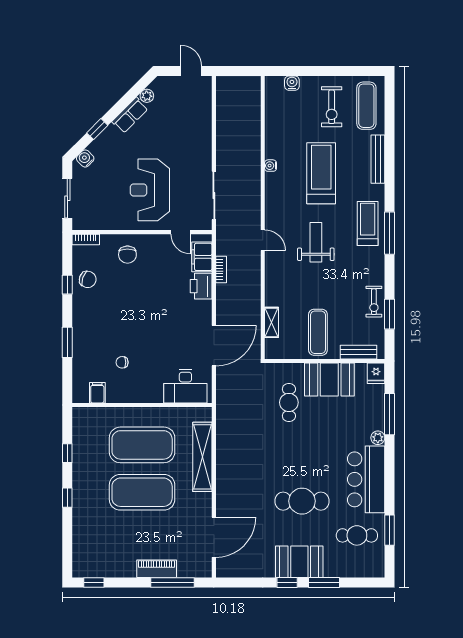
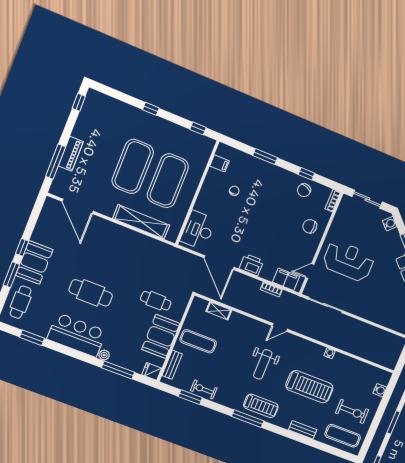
exercise bike: (332, 107) -> (352, 411), turned 180
bench: (378, 159) -> (303, 430), width x0.73
weight bench: (316, 242) -> (263, 364), turned 90
printer: (201, 286) -> (251, 265), moved
window: (67, 453) -> (198, 128), moved
cafe table: (302, 501) -> (91, 293), moved, turned 90
cafe table: (357, 535) -> (21, 302), moved

